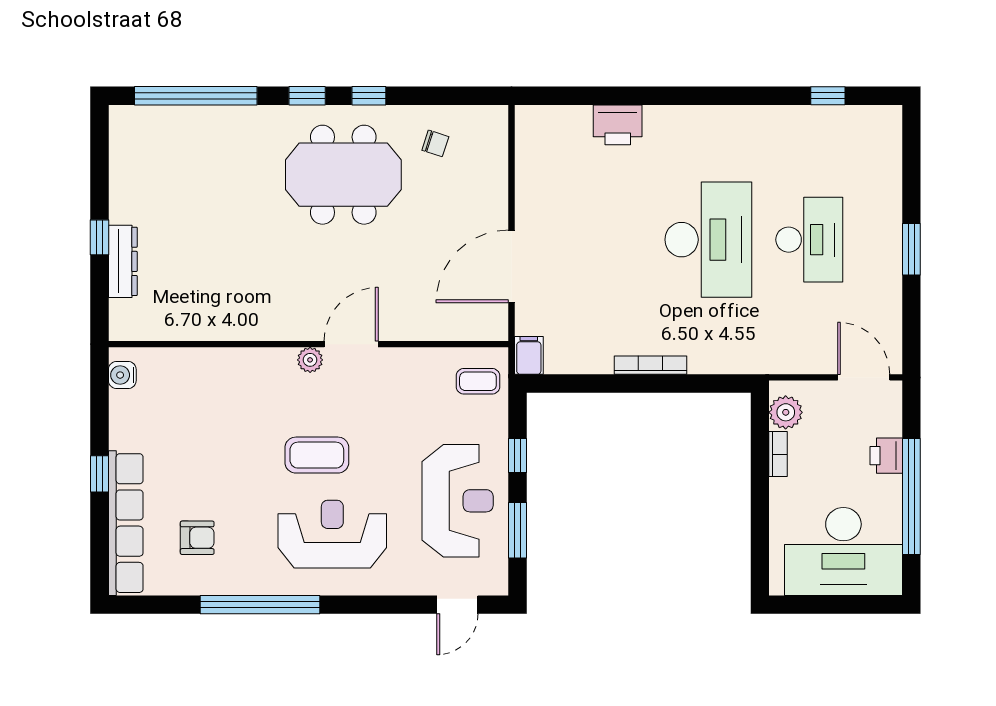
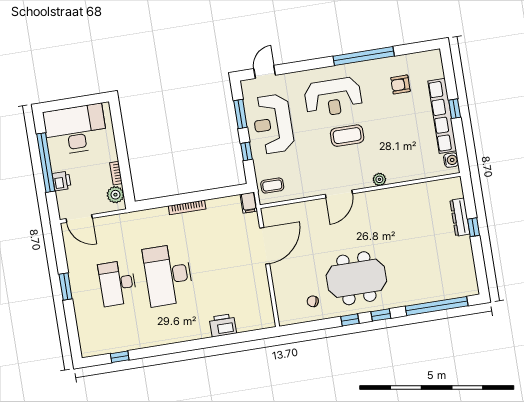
plant: (310, 360) -> (379, 179), moved
row of seats: (126, 523) -> (442, 116), moved

